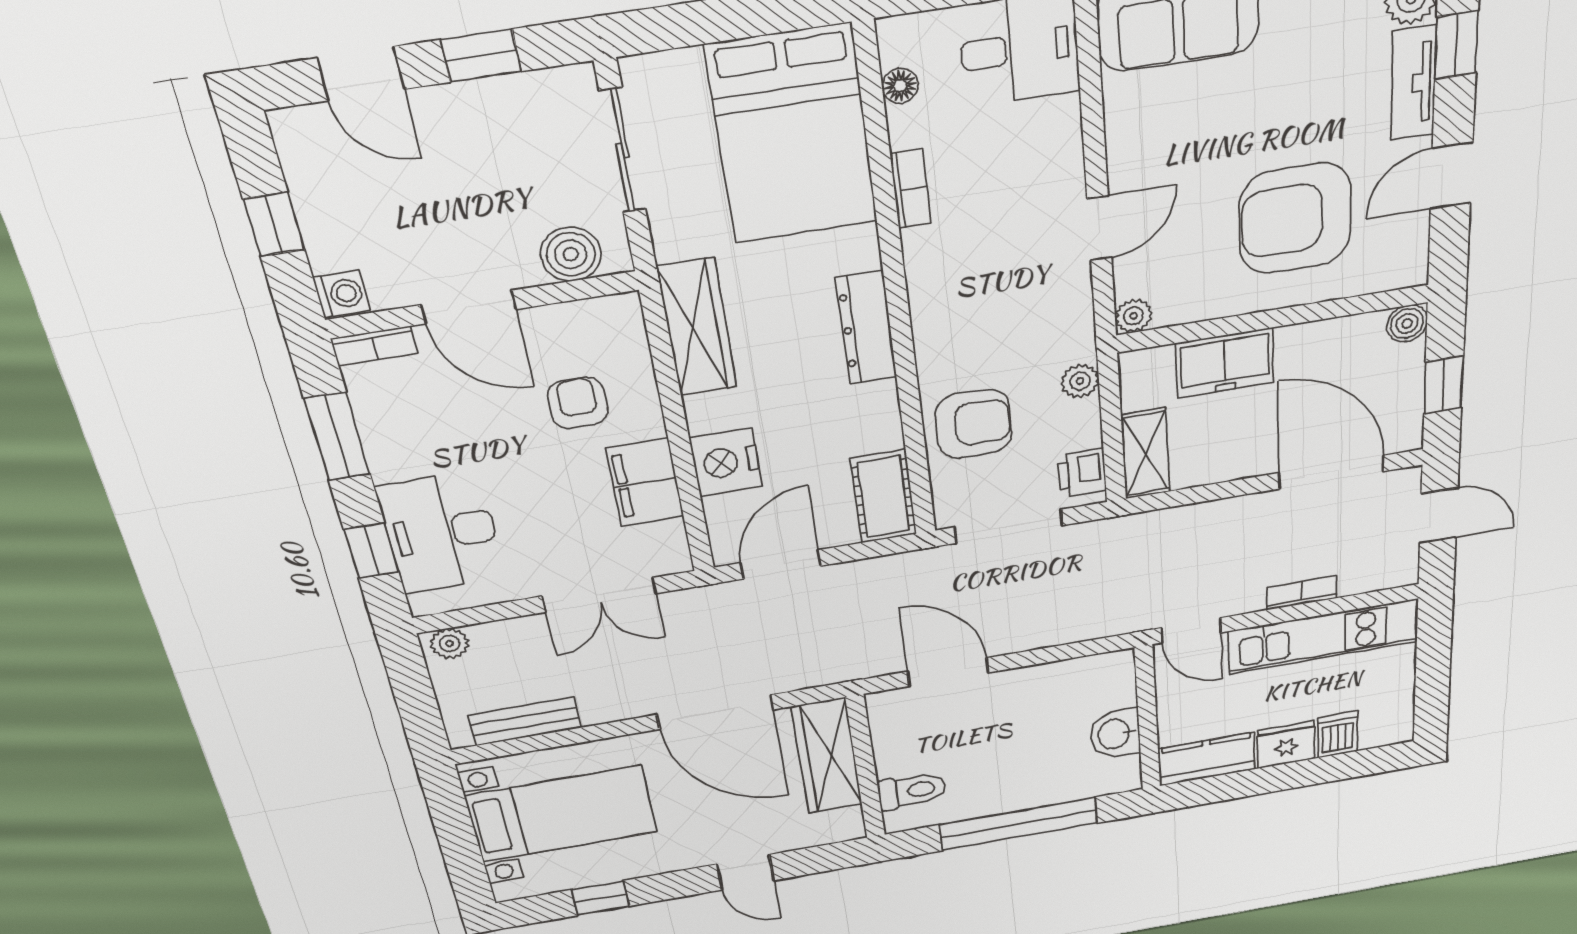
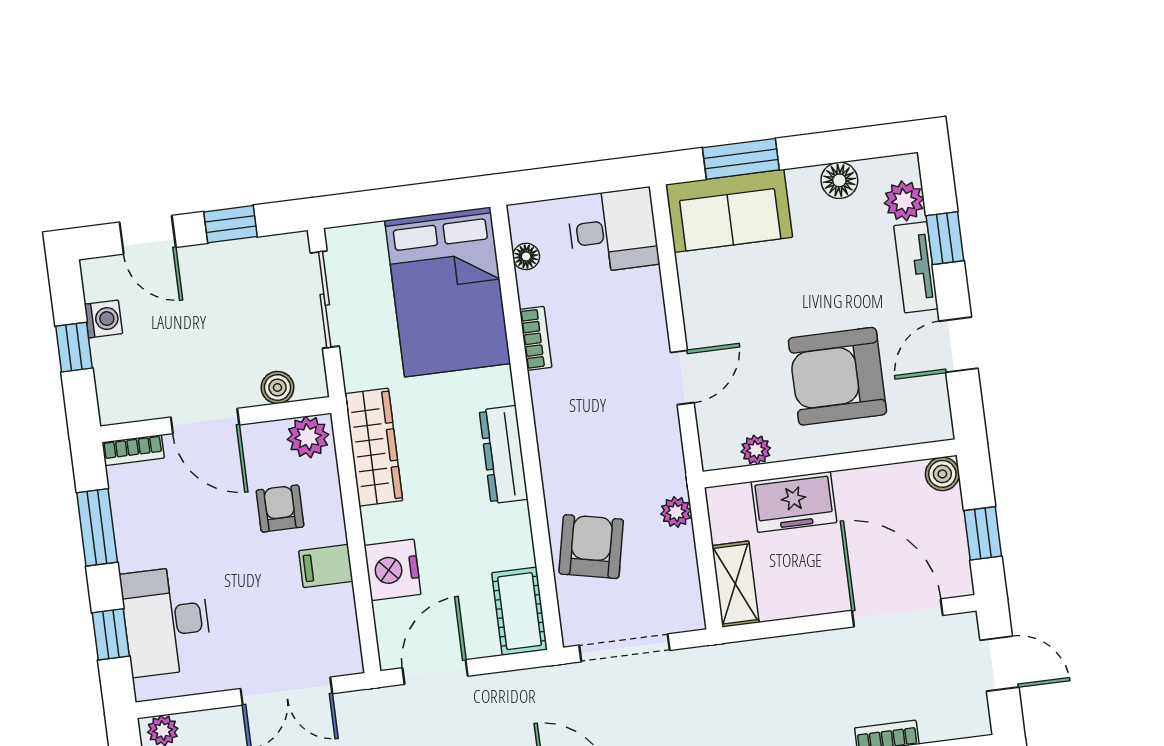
boiler: (571, 254) -> (277, 387), width x0.73, depth x0.73
washing machine: (342, 294) -> (103, 319), moved
plant: (1134, 316) -> (756, 450), moved
plant: (609, 319) -> (308, 437), added
armchair: (974, 424) -> (591, 547), turned -78
printer: (1082, 473) -> (683, 600), removed
filing cabinet: (645, 482) -> (326, 566), width x0.50

